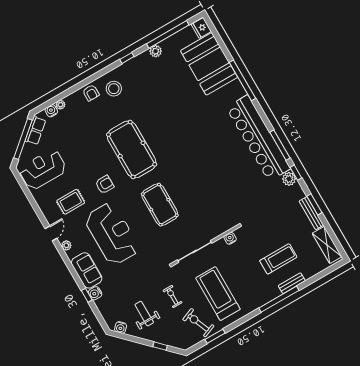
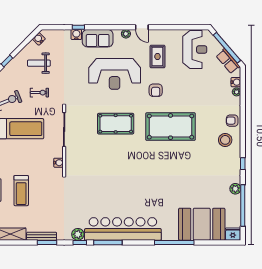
weight bench: (144, 314) -> (39, 63), turned 180

